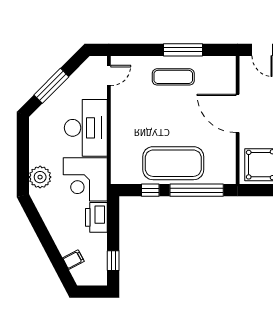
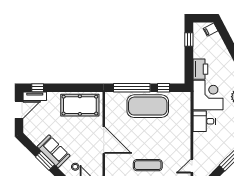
desk: (86, 128) -> (204, 121), width x0.53, depth x0.77
filing cabinet: (73, 260) -> (211, 30), moved

